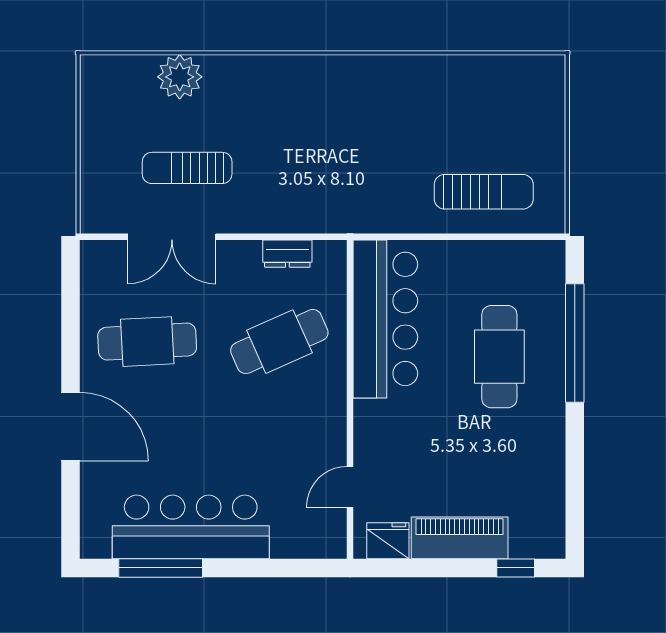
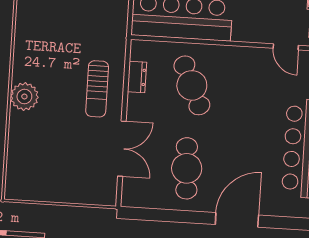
plant: (180, 77) -> (24, 96), moved
sun lounger: (187, 168) -> (97, 89), moved

